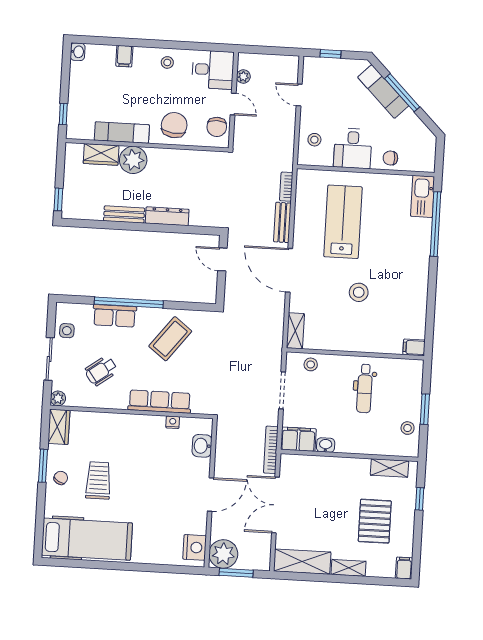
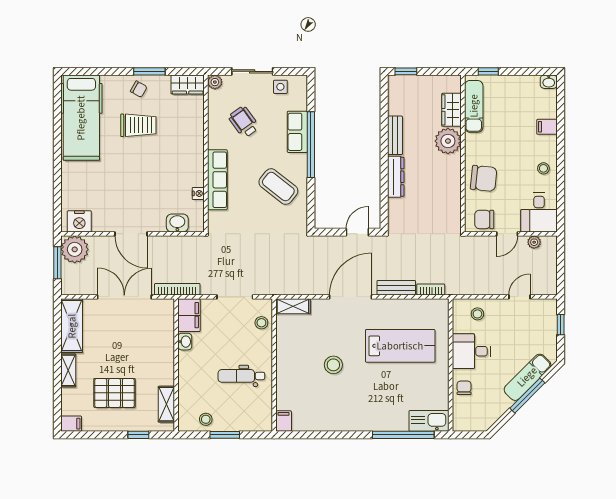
exam couch: (122, 132) -> (474, 106), moved

